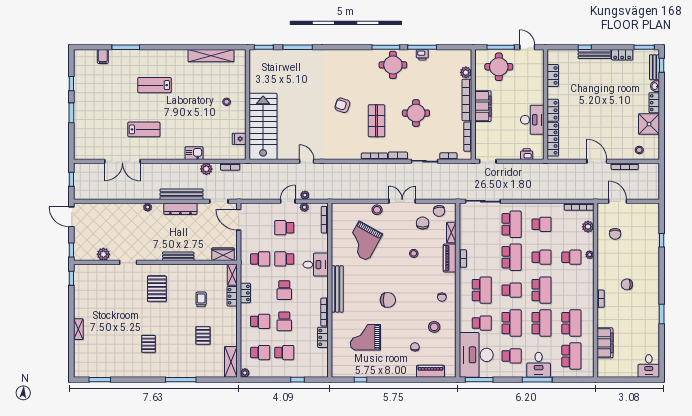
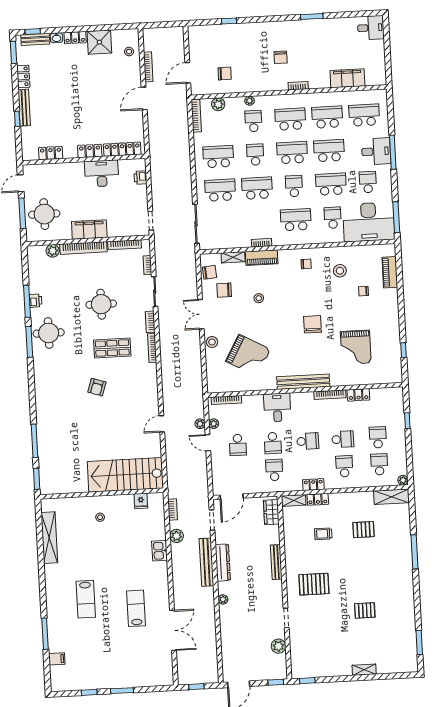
school desk: (542, 224) -> (218, 157), width x1.85
school desk: (571, 290) -> (290, 119), added
pallet: (148, 344) -> (365, 610), moved

